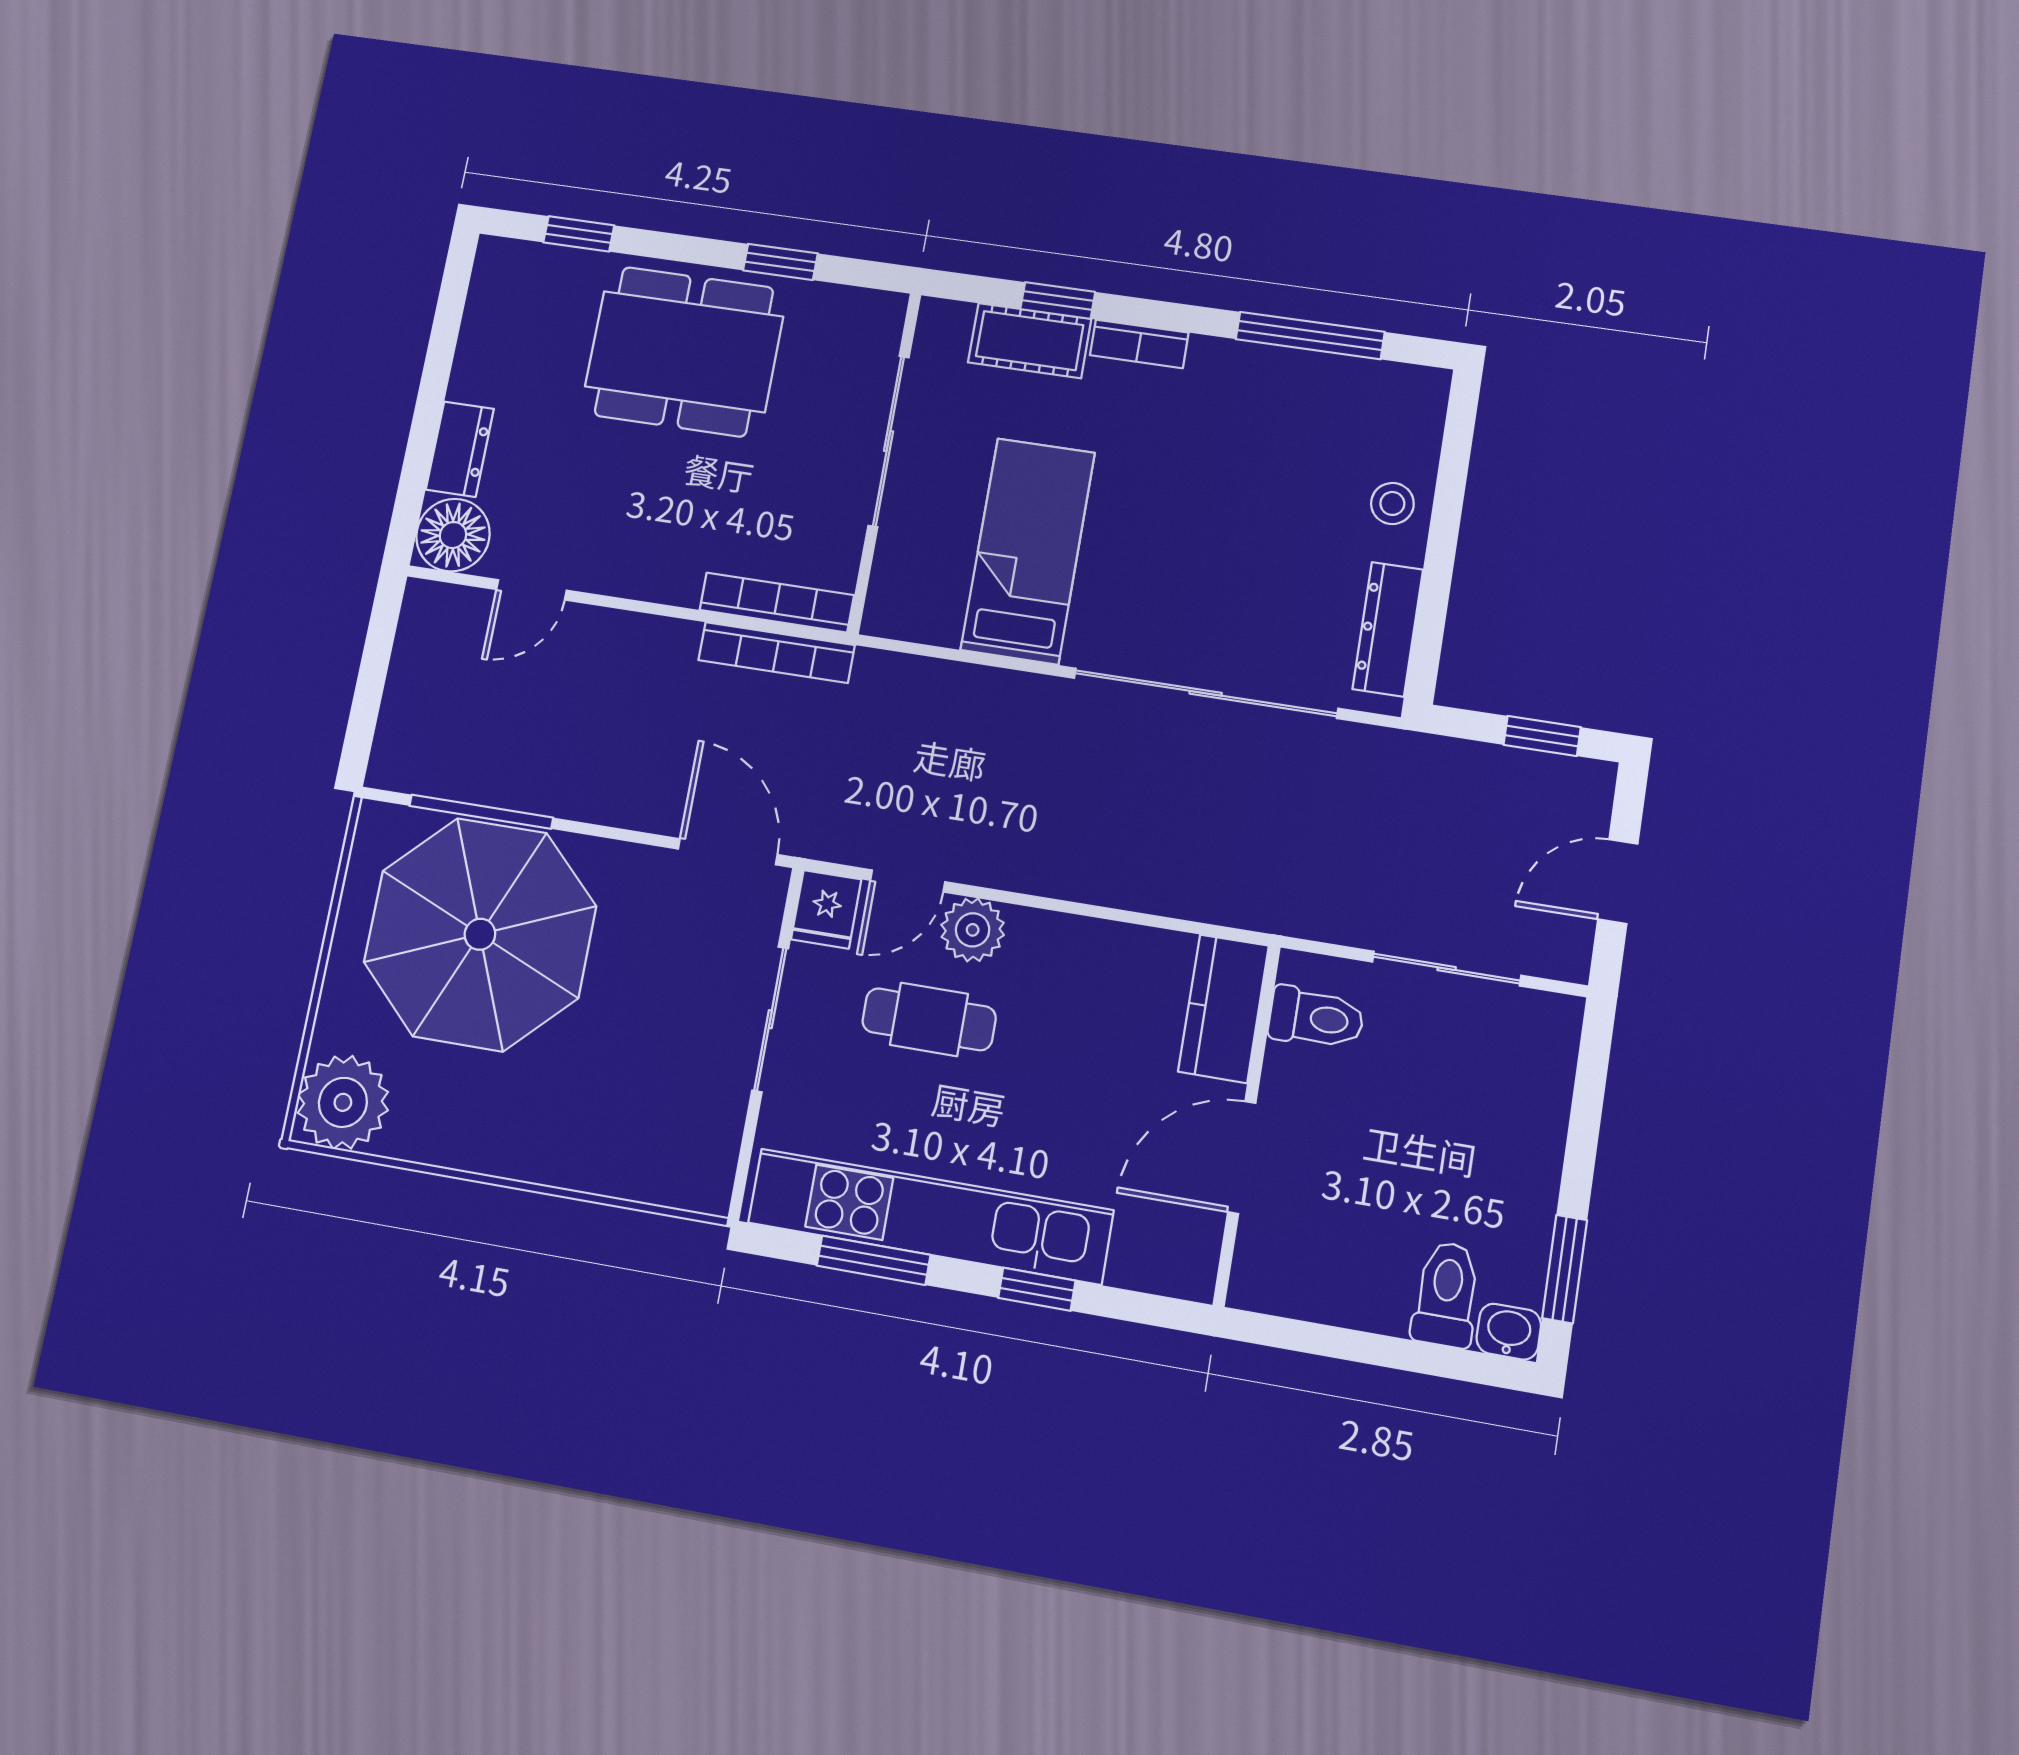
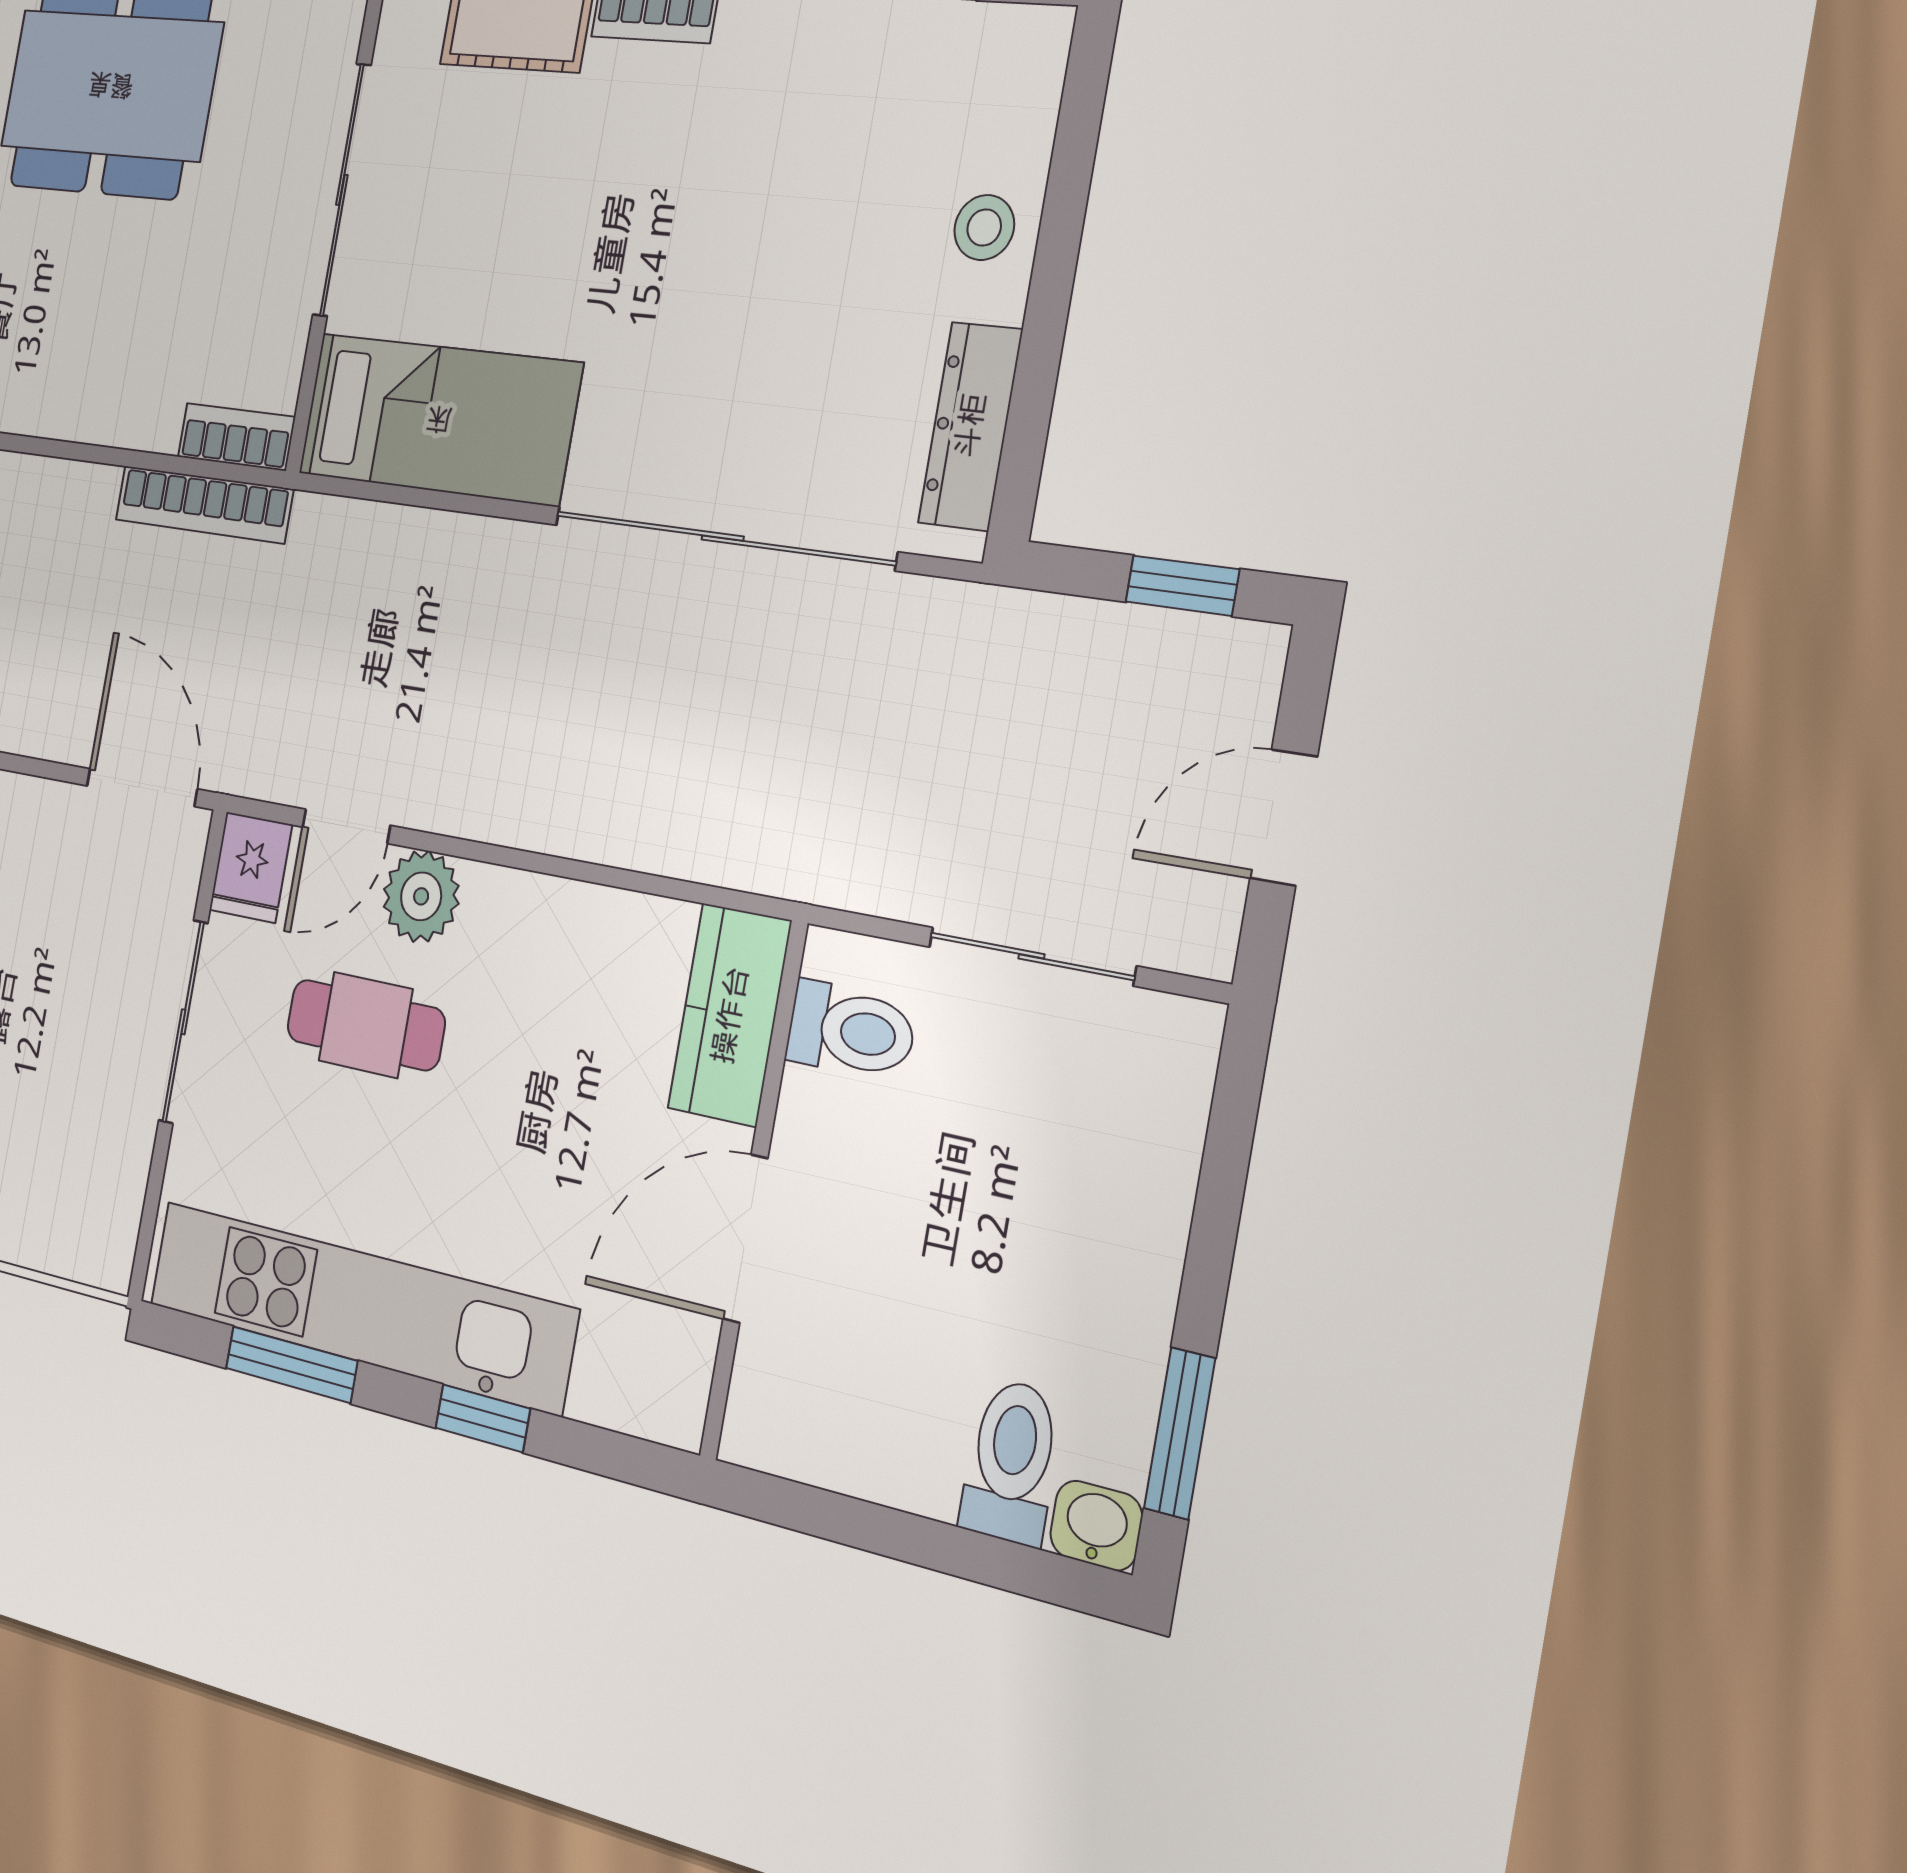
bed: (1028, 551) -> (439, 419), moved, turned 90
bookcase: (777, 602) -> (236, 437), width x0.64

